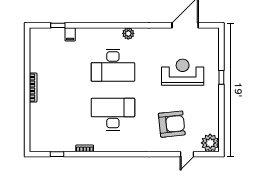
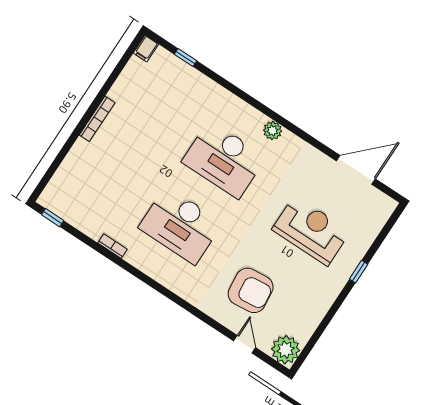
filing cabinet: (70, 34) -> (146, 49), moved
desk: (113, 114) -> (181, 225), turned 180
window: (57, 154) -> (53, 218), moved
door: (187, 154) -> (245, 344), swing flipped

